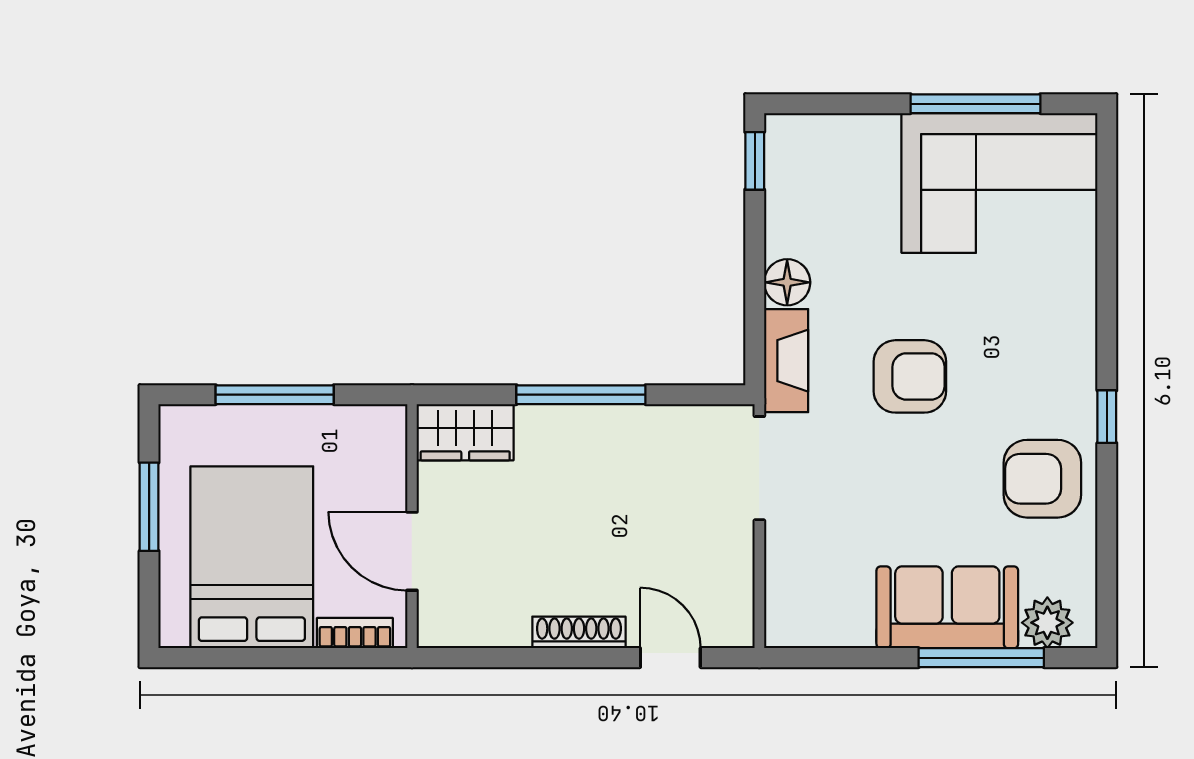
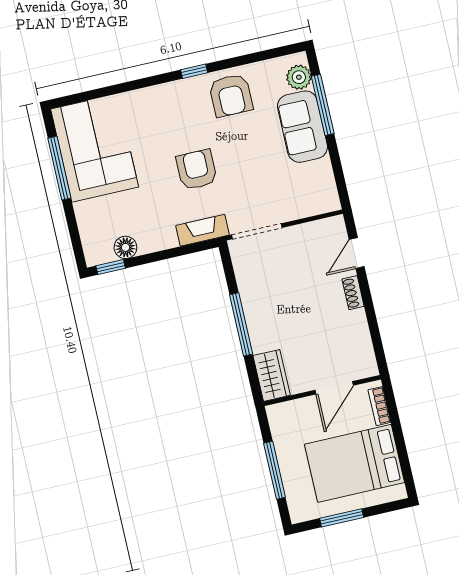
floor lamp: (787, 282) -> (125, 247), moved
shoe rack: (579, 632) -> (353, 293), width x0.70

